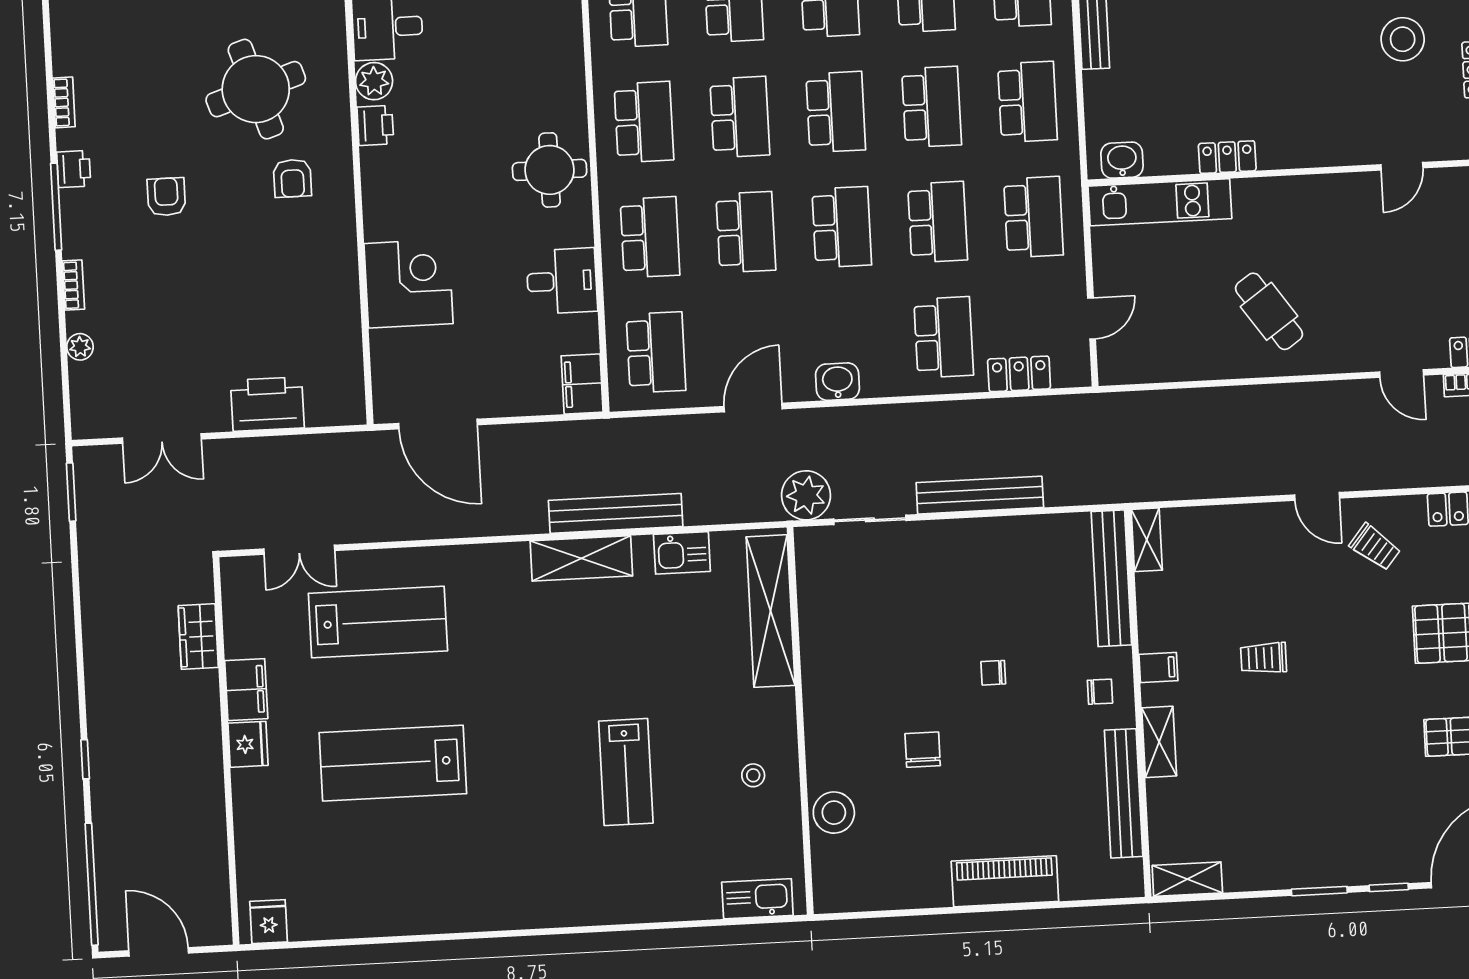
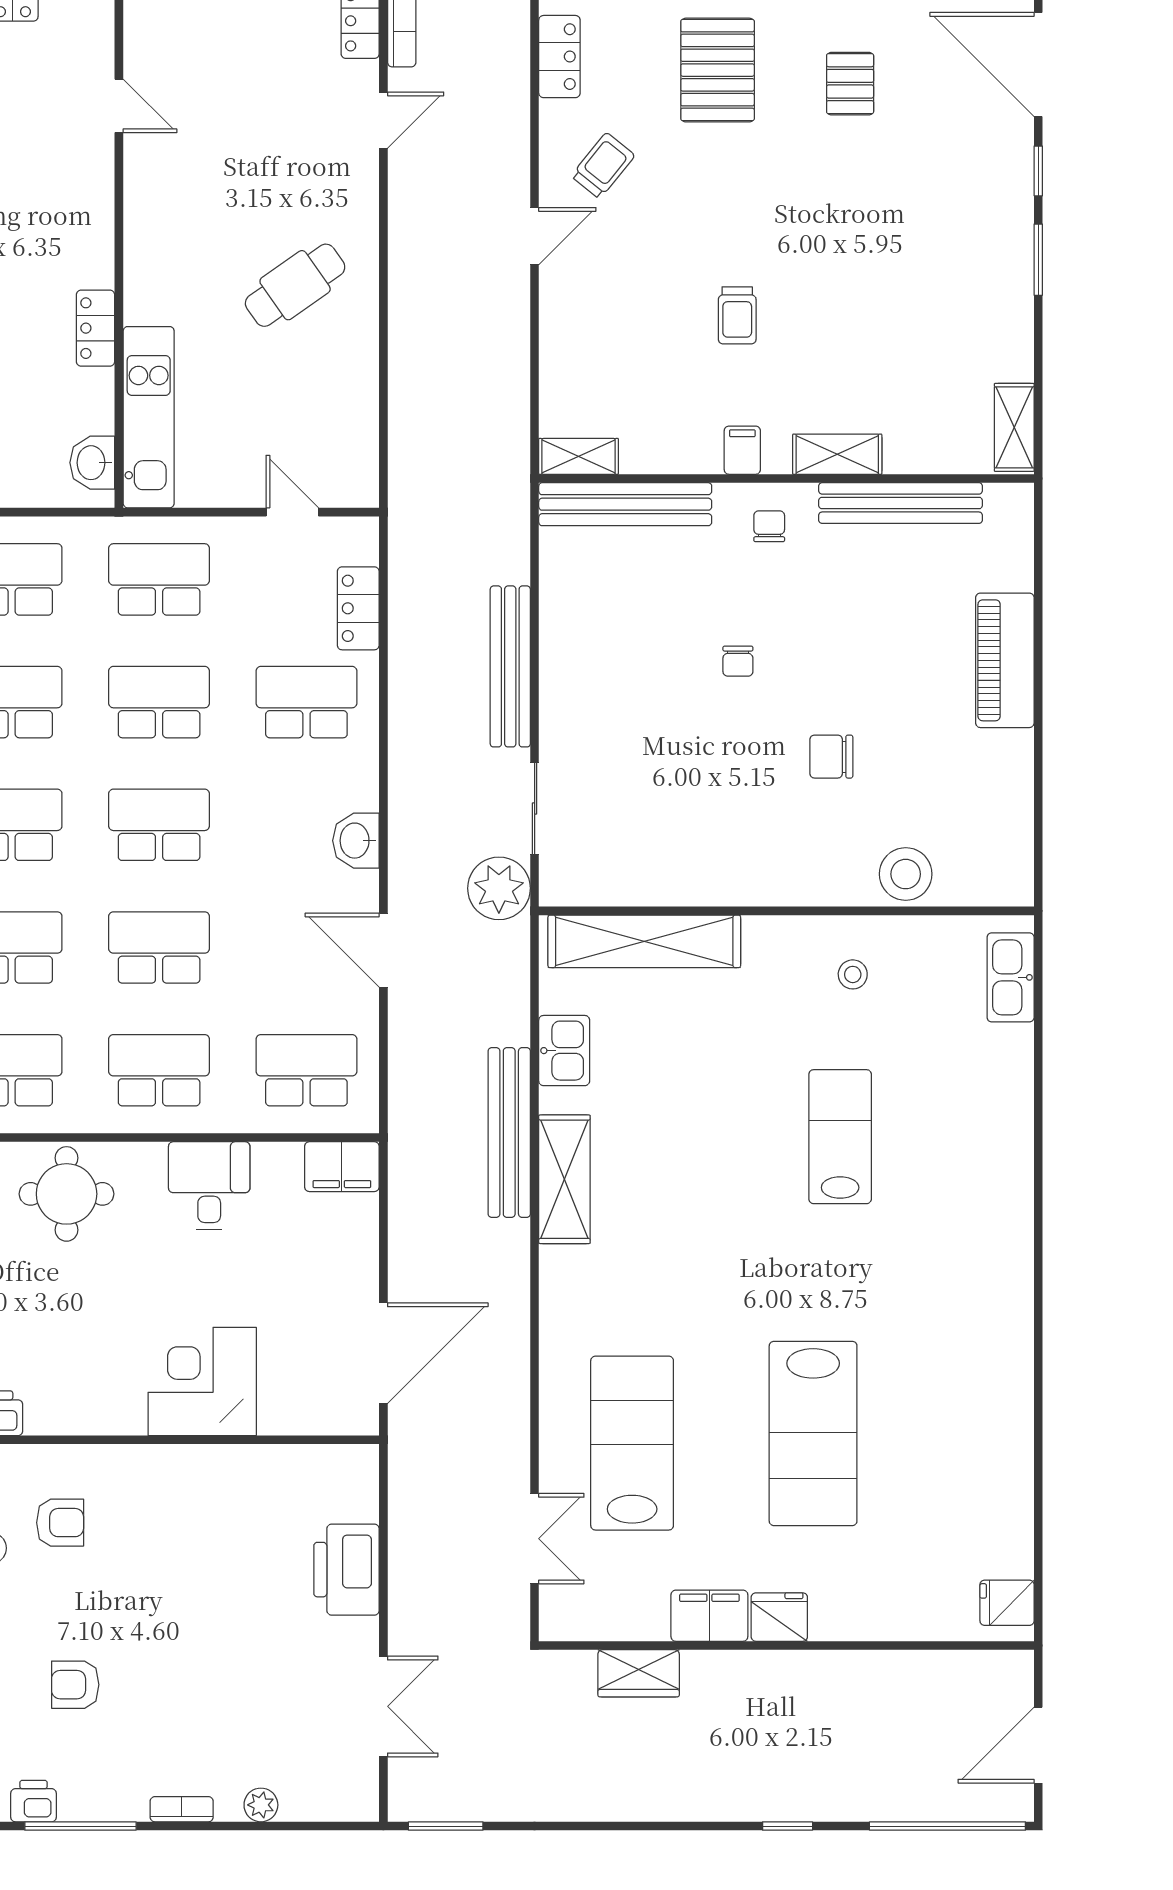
lab bench: (626, 772) -> (840, 1137), turned -90

